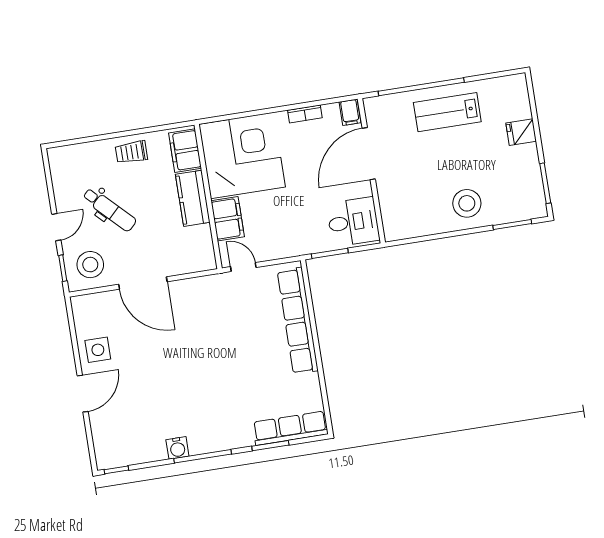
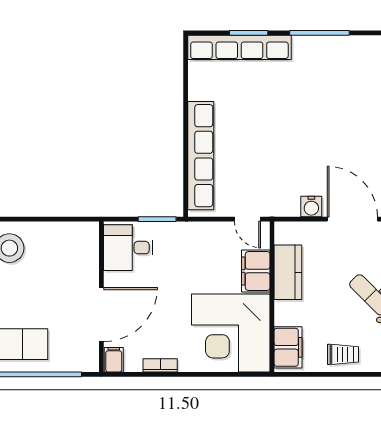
kitchen counter: (193, 198) -> (288, 272), moved
row of seats: (290, 428) -> (239, 47), width x1.36
water cooler: (177, 448) -> (311, 207), moved, turned 180

